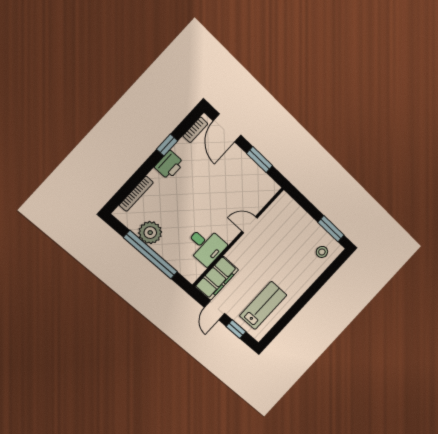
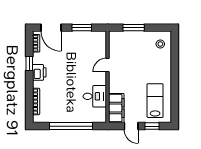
window: (331, 229) -> (134, 28), moved
plant: (150, 233) -> (61, 115), removed

